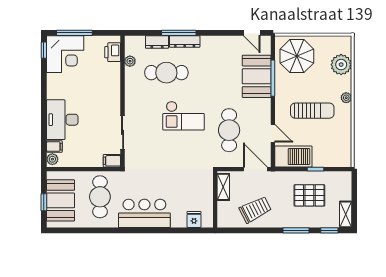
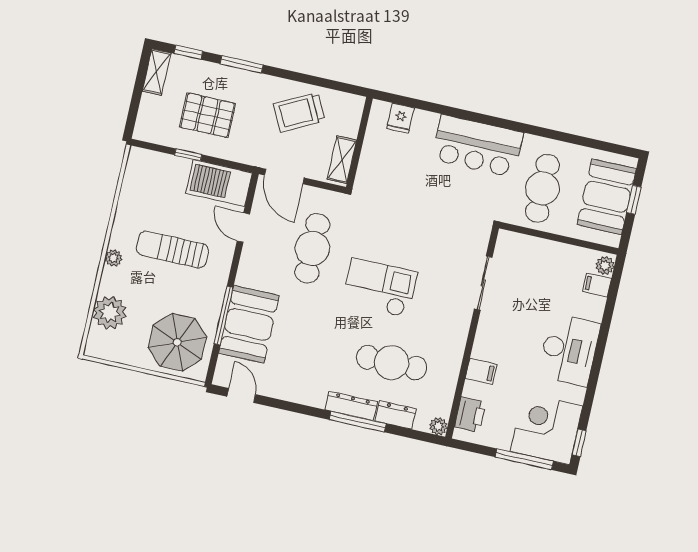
plant: (130, 61) -> (438, 426), moved
desk: (62, 120) -> (569, 350), moved
filing cabinet: (112, 161) -> (481, 371), moved

